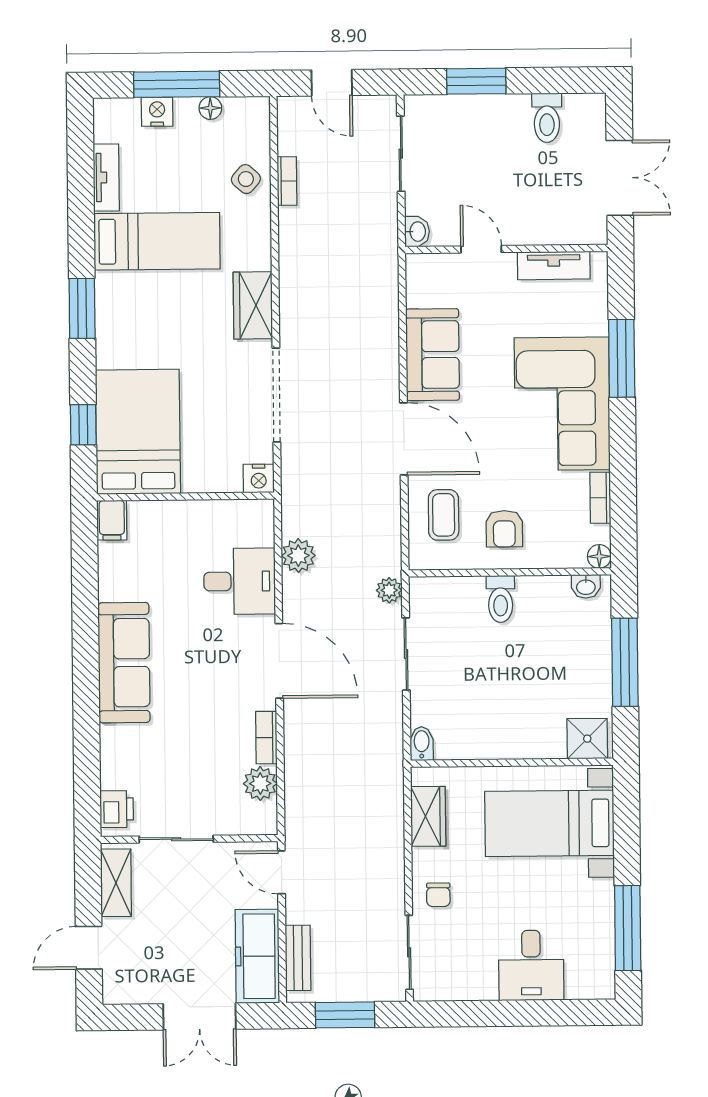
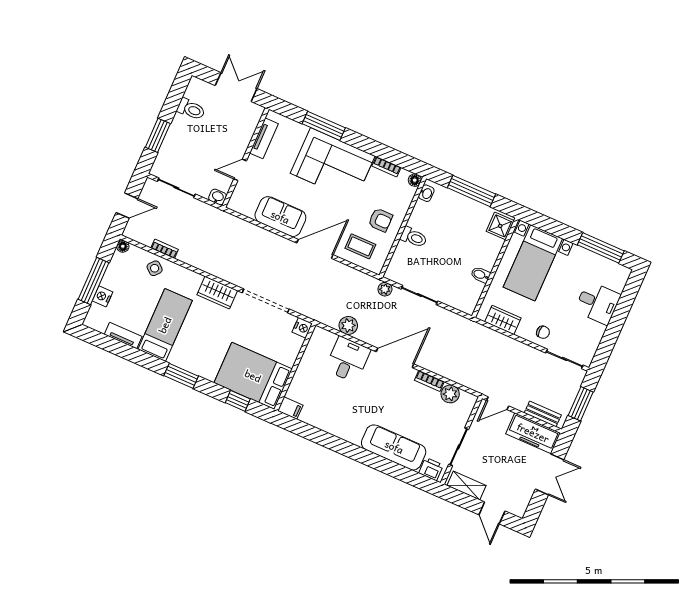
floor lamp: (210, 108) -> (123, 246), moved
sofa: (124, 663) -> (394, 447), moved
bidet: (422, 744) -> (480, 275), moved

